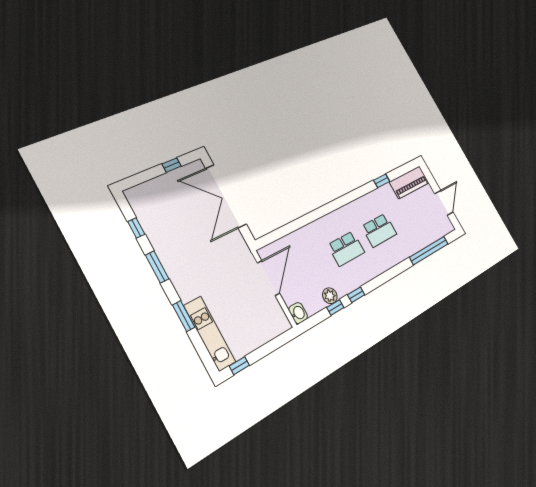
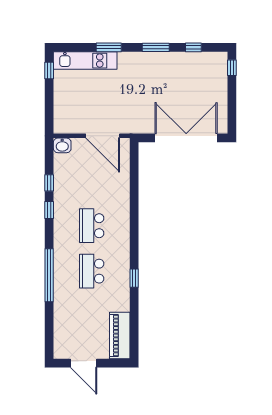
window: (172, 165) -> (232, 68), moved
window: (382, 181) -> (134, 278), moved
window: (429, 251) -> (49, 275), moved
plant: (330, 296) -> (61, 184), removed

